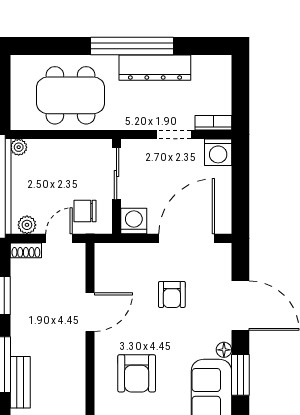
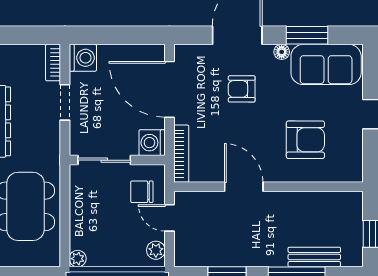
chair: (85, 211) -> (142, 192), turned 90
shoe rack: (26, 250) -> (182, 251), removed
bookcase: (123, 250) -> (181, 154), added
armchair: (172, 294) -> (242, 89), moved, turned 180

